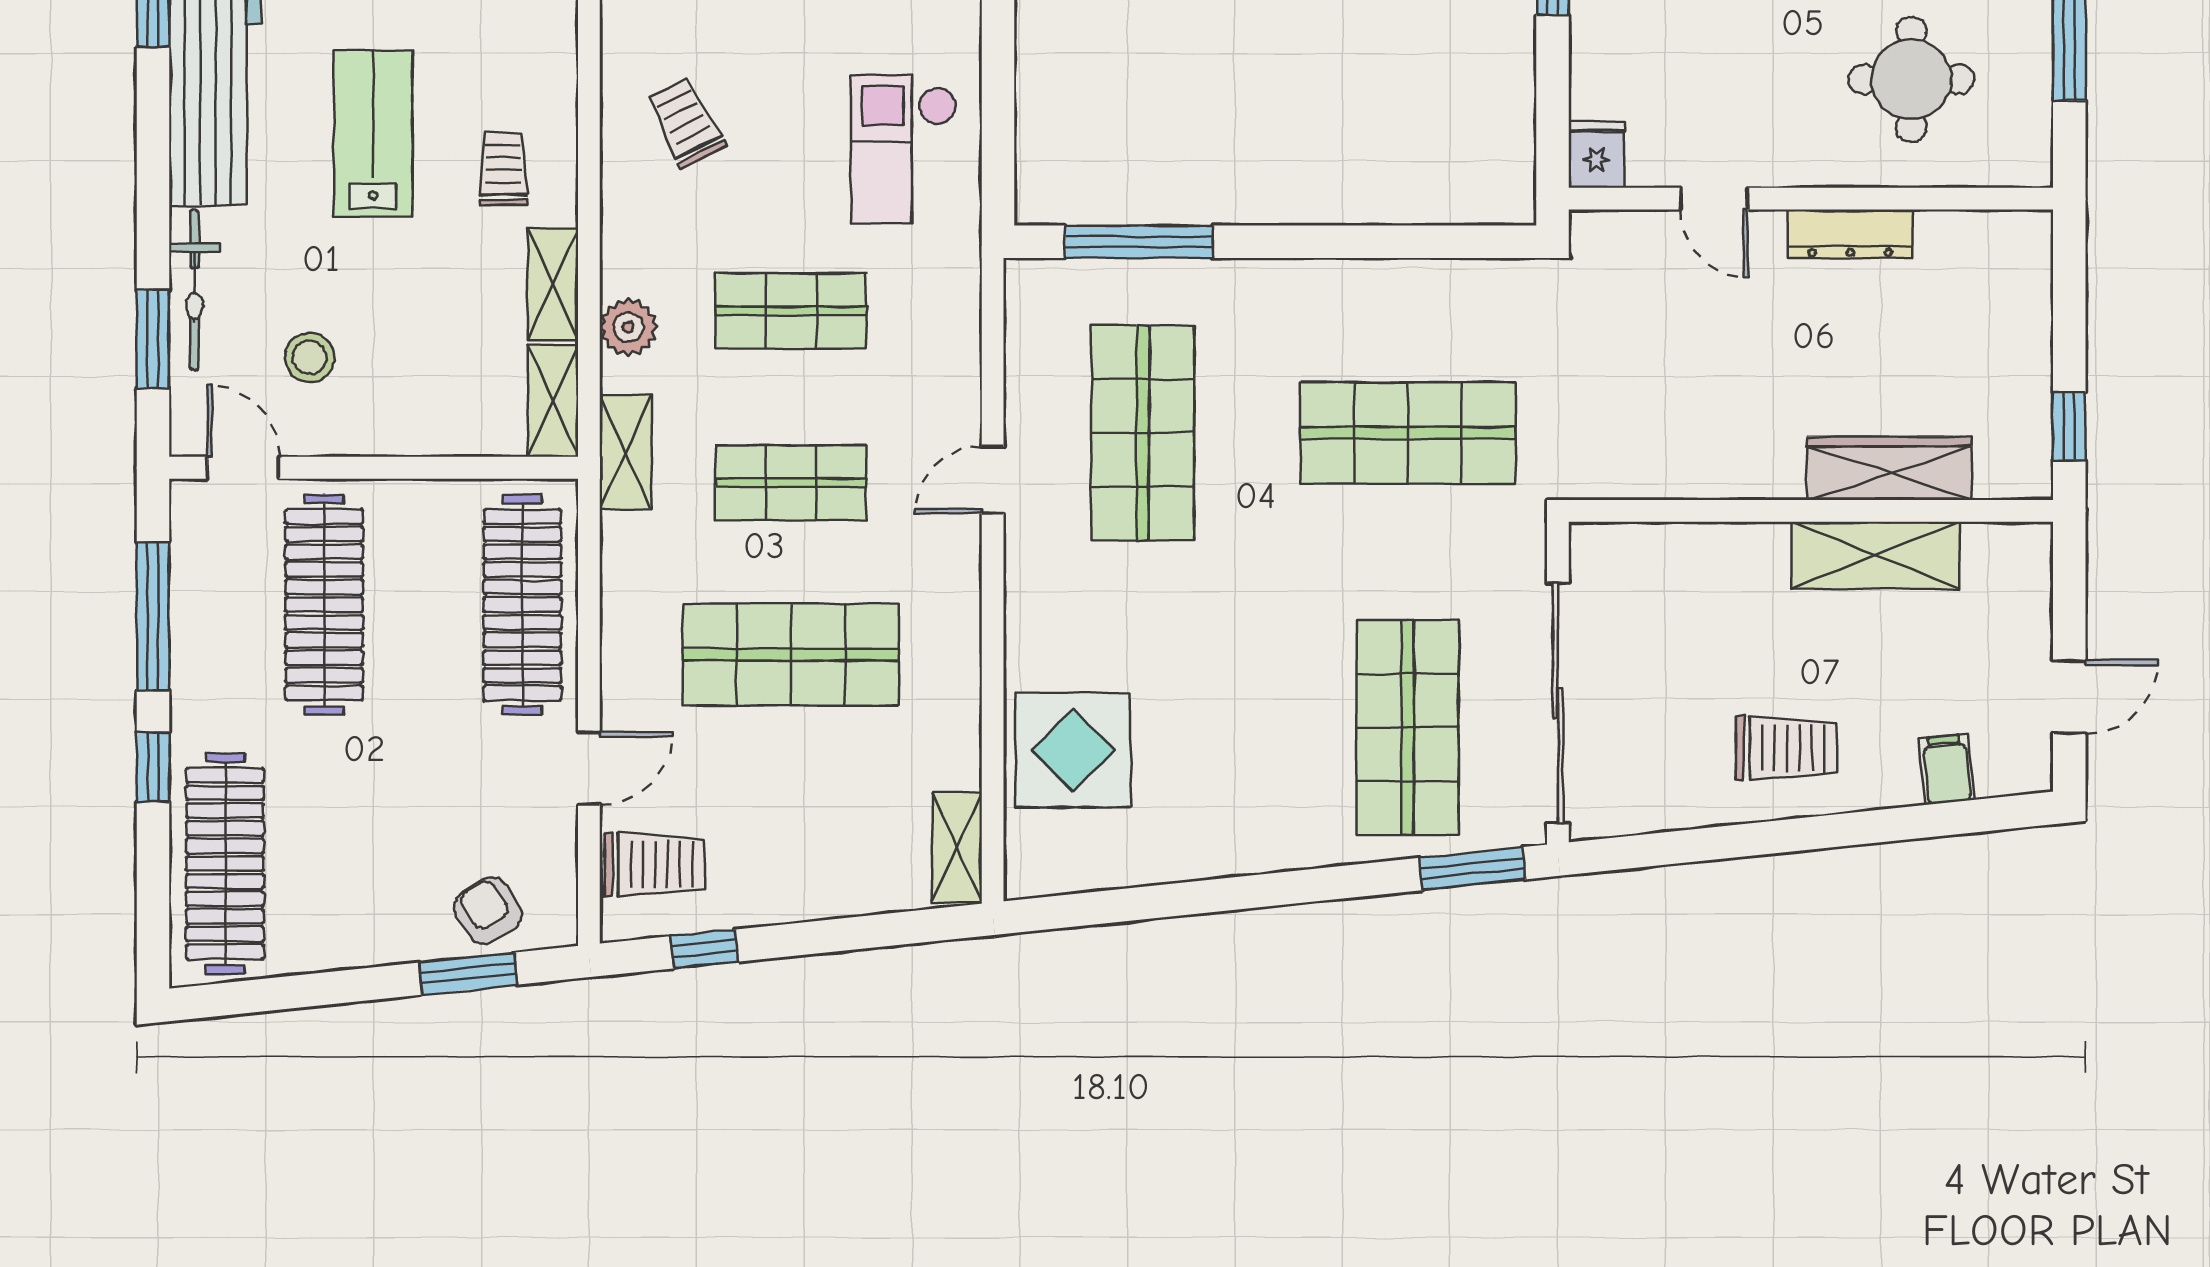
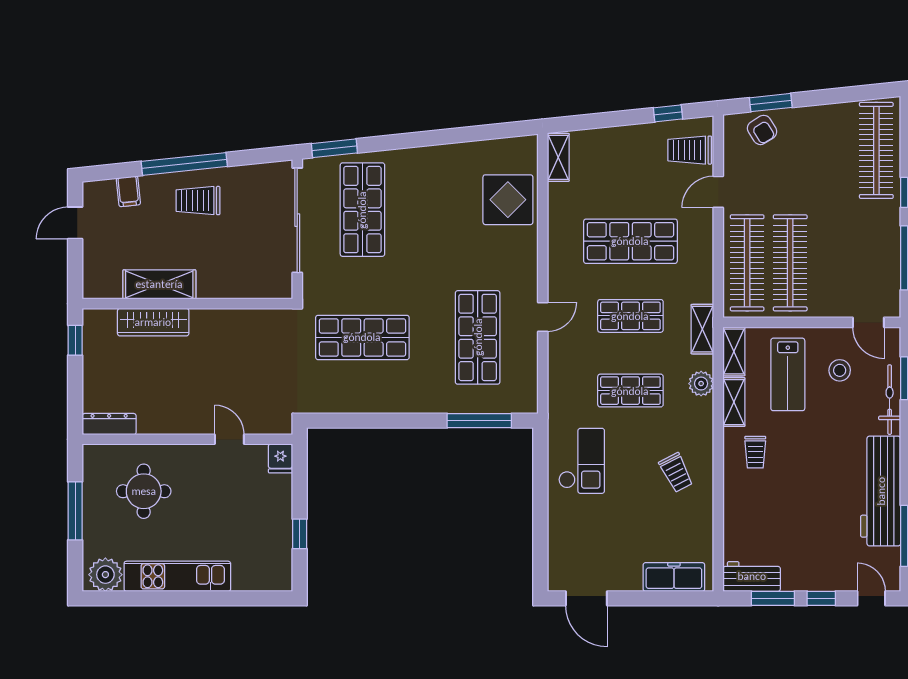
lab bench: (373, 134) -> (788, 374), moved
dresser: (1850, 234) -> (109, 424), moved
clothes rail: (324, 605) -> (790, 263), moved
window: (1818, 832) -> (184, 164), added

